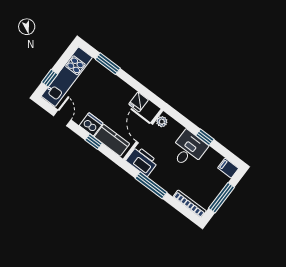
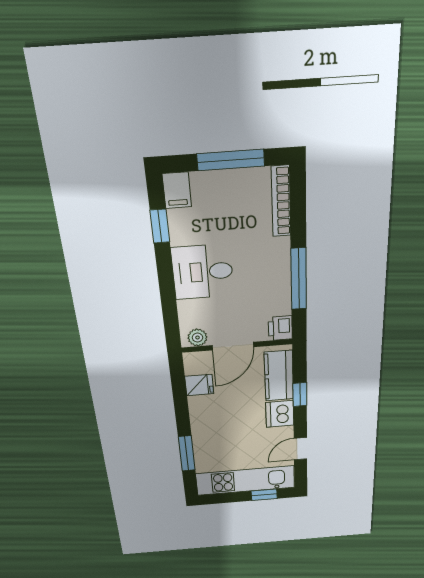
window: (205, 137) -> (160, 226), moved
printer: (142, 161) -> (280, 328), width x0.53, depth x0.68

